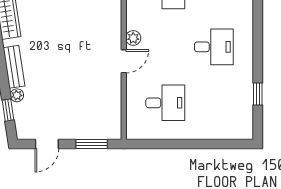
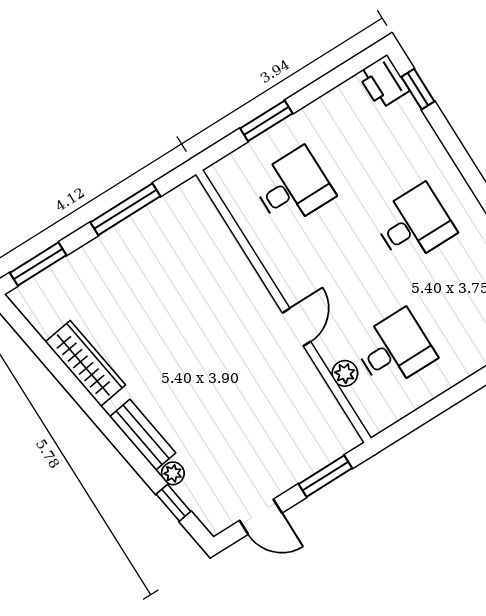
plant: (133, 38) -> (345, 373), moved
door: (47, 144) -> (261, 517), hinge flipped

